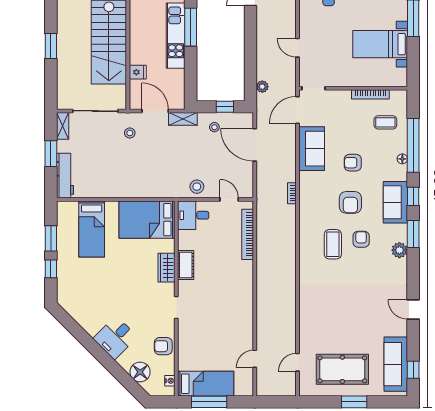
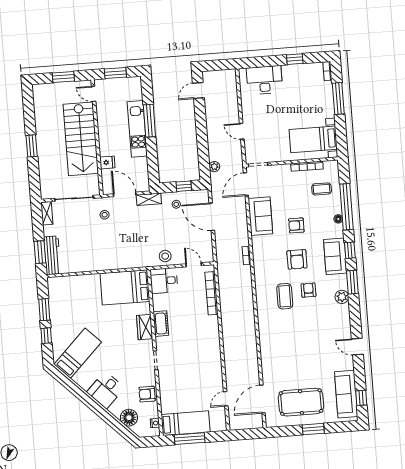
bed with nightstands: (380, 44) -> (313, 139), moved
window: (51, 154) -> (40, 252), moved
bed: (92, 229) -> (78, 353), moved, turned -135
door: (298, 362) -> (262, 399), width x1.88

